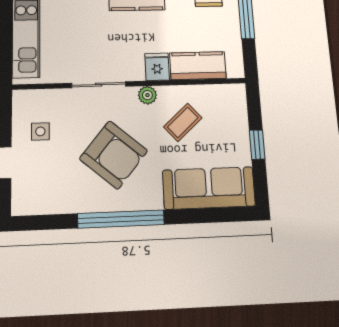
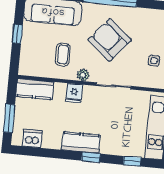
kitchen counter: (198, 66) -> (35, 89), moved
coffee table: (183, 122) -> (63, 55), turned -48

